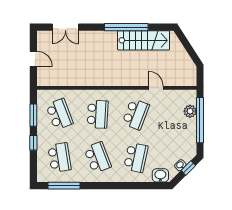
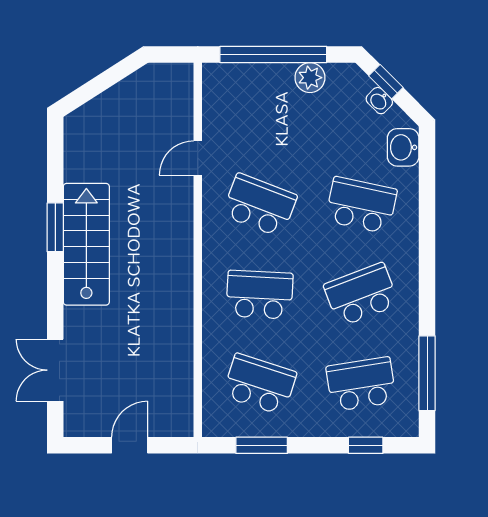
double door: (65, 27) -> (55, 370), swing flipped
window: (126, 27) -> (55, 227), width x0.47
stairs: (144, 40) -> (86, 244), moved
plant: (190, 111) -> (310, 78), moved
school desk: (59, 114) -> (260, 384), turned 39
window: (33, 143) -> (366, 445), moved

